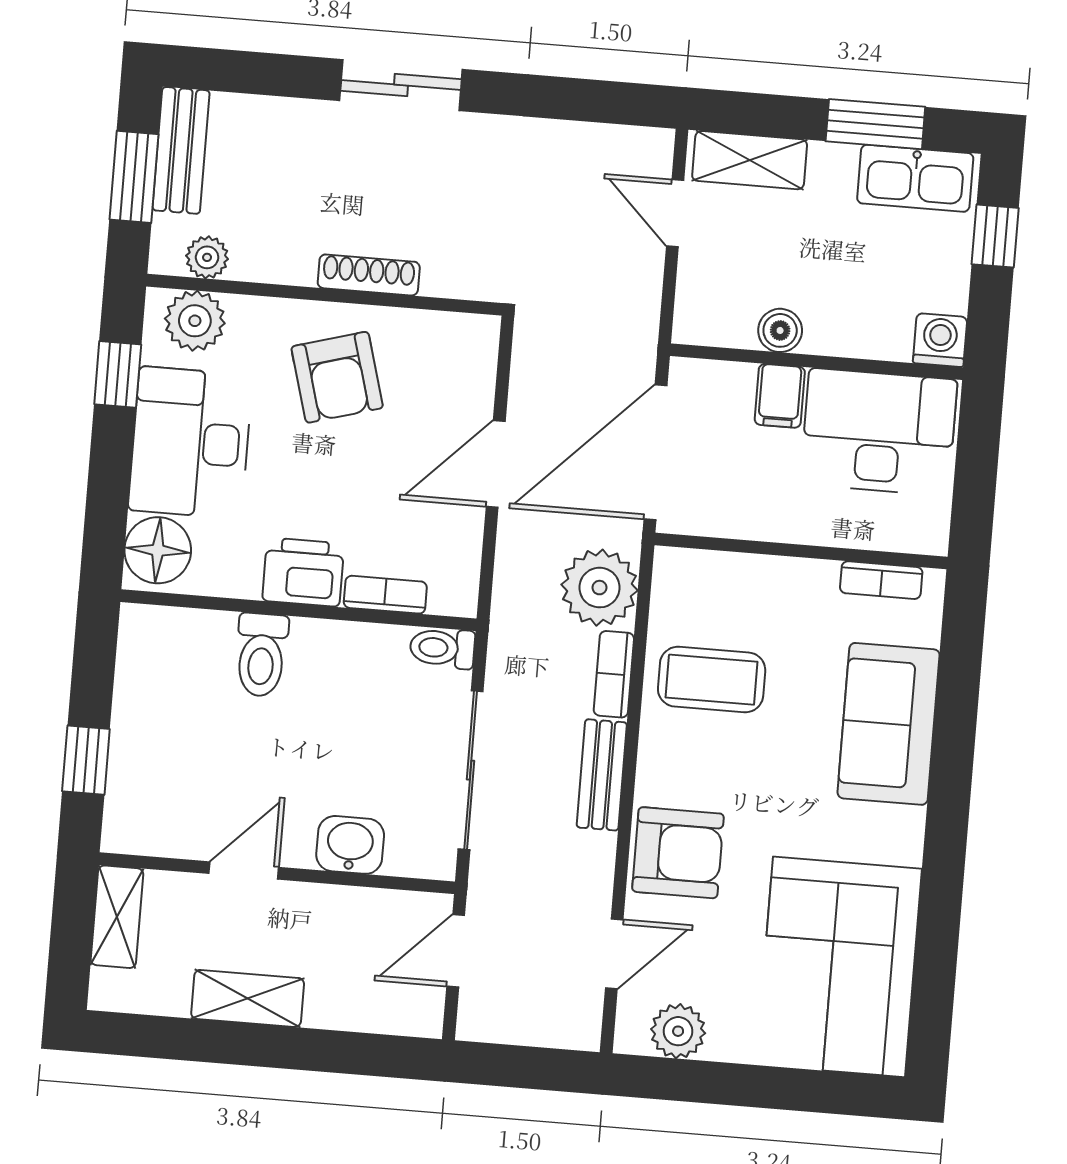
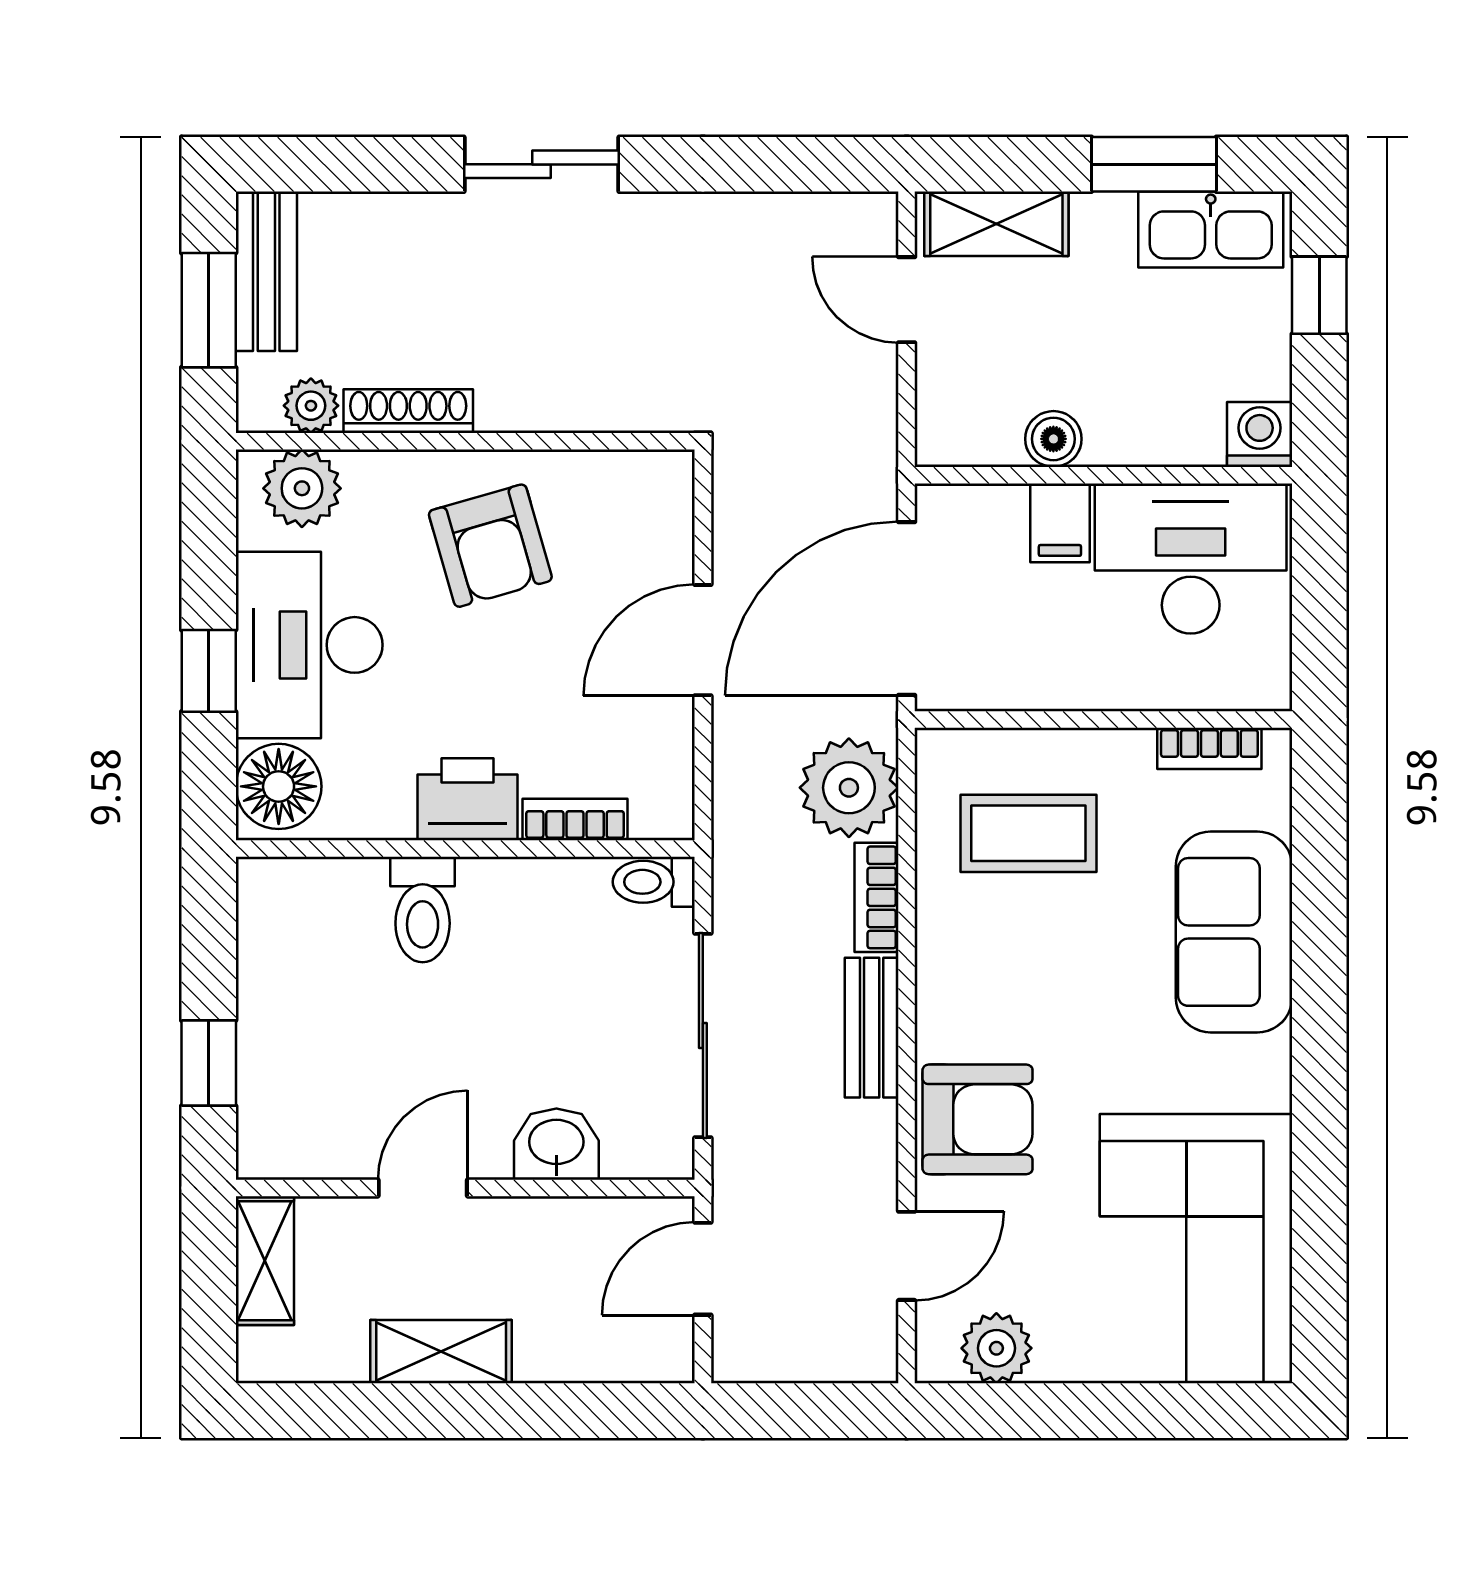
shoe rack: (369, 275) -> (408, 411), moved
window: (118, 374) -> (209, 671), moved
coffee table: (712, 680) -> (1028, 833), moved

